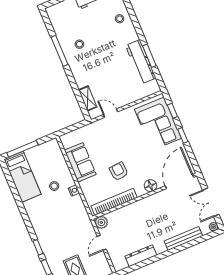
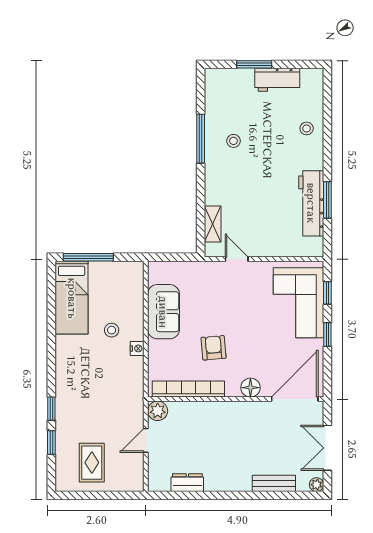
bench: (183, 238) -> (274, 483), width x0.73
dresser: (141, 256) -> (187, 483), width x0.70

